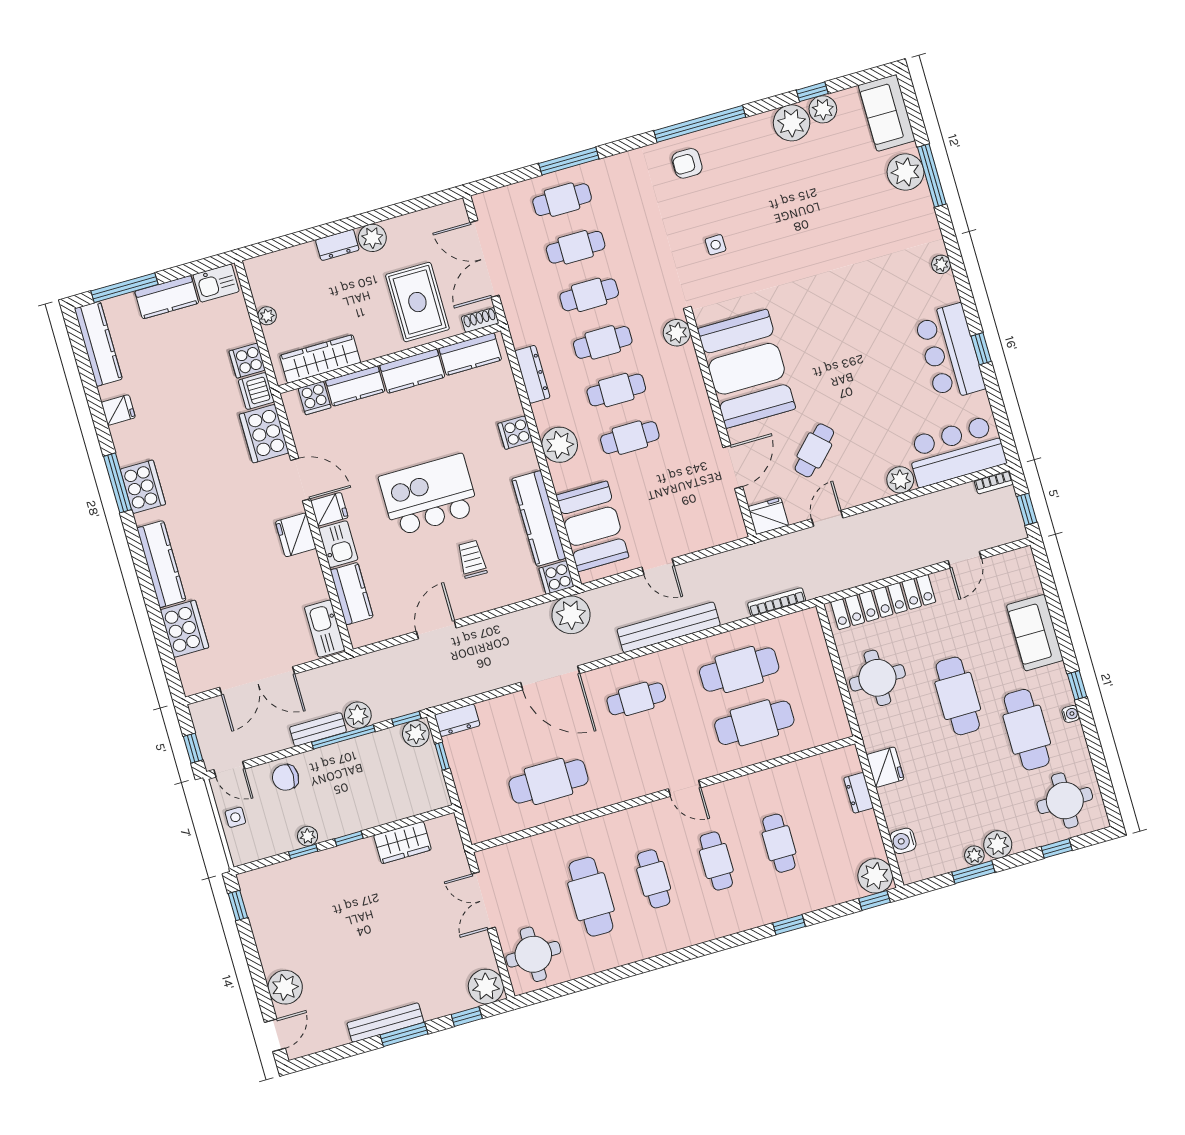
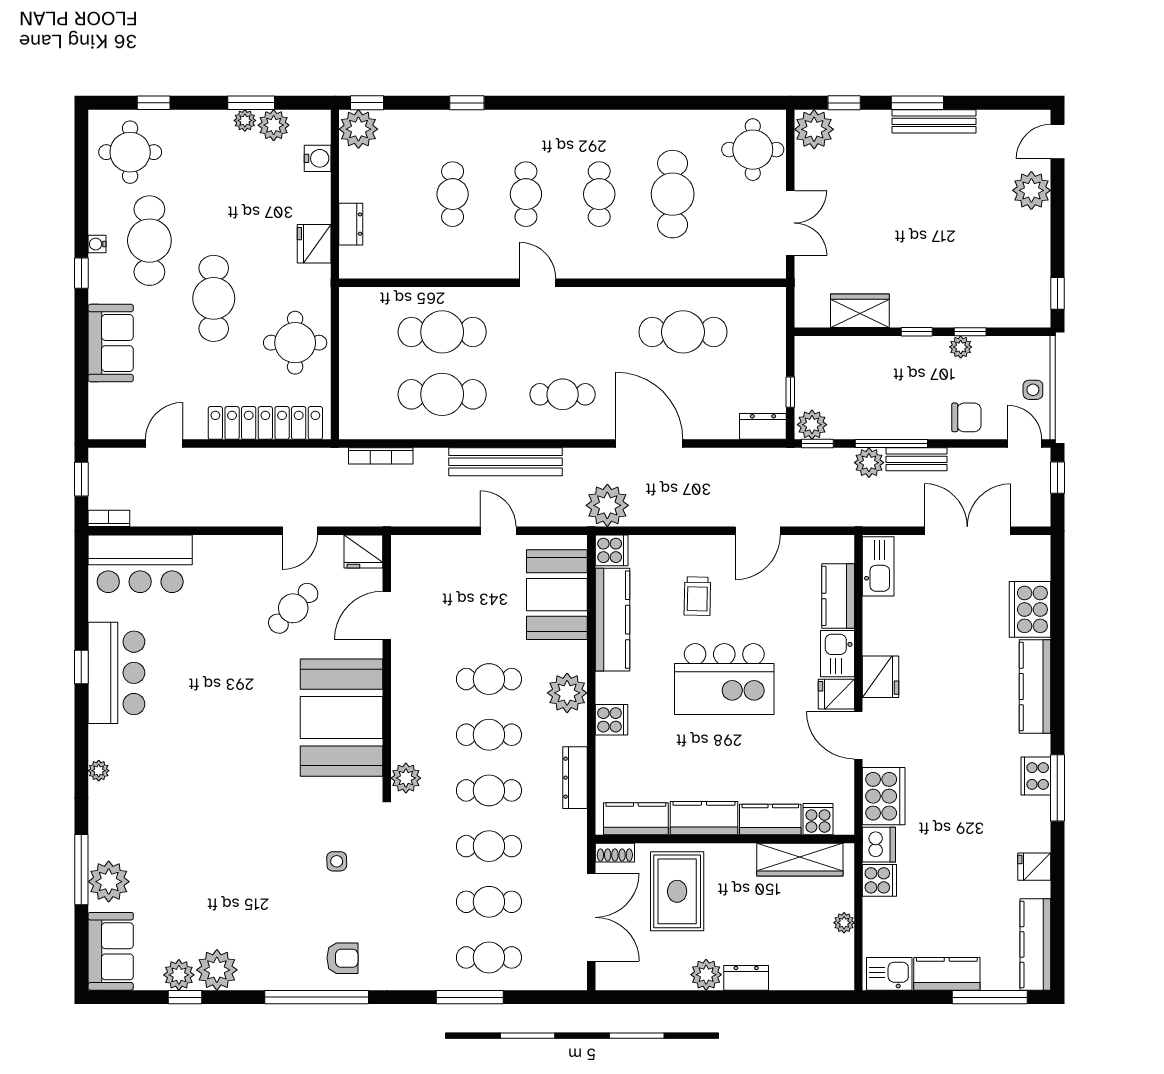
plant: (900, 480) -> (209, 550), removed
cooker: (143, 487) -> (1036, 776), width x0.73, depth x0.76
plant: (998, 845) -> (274, 125), moved

